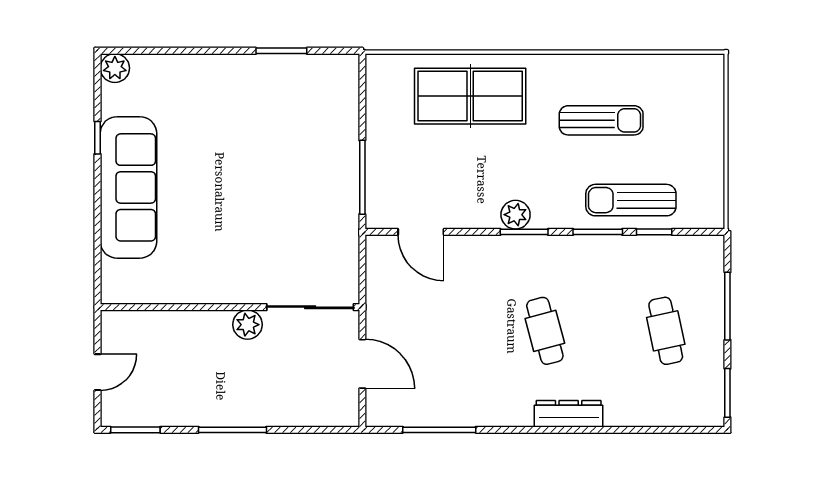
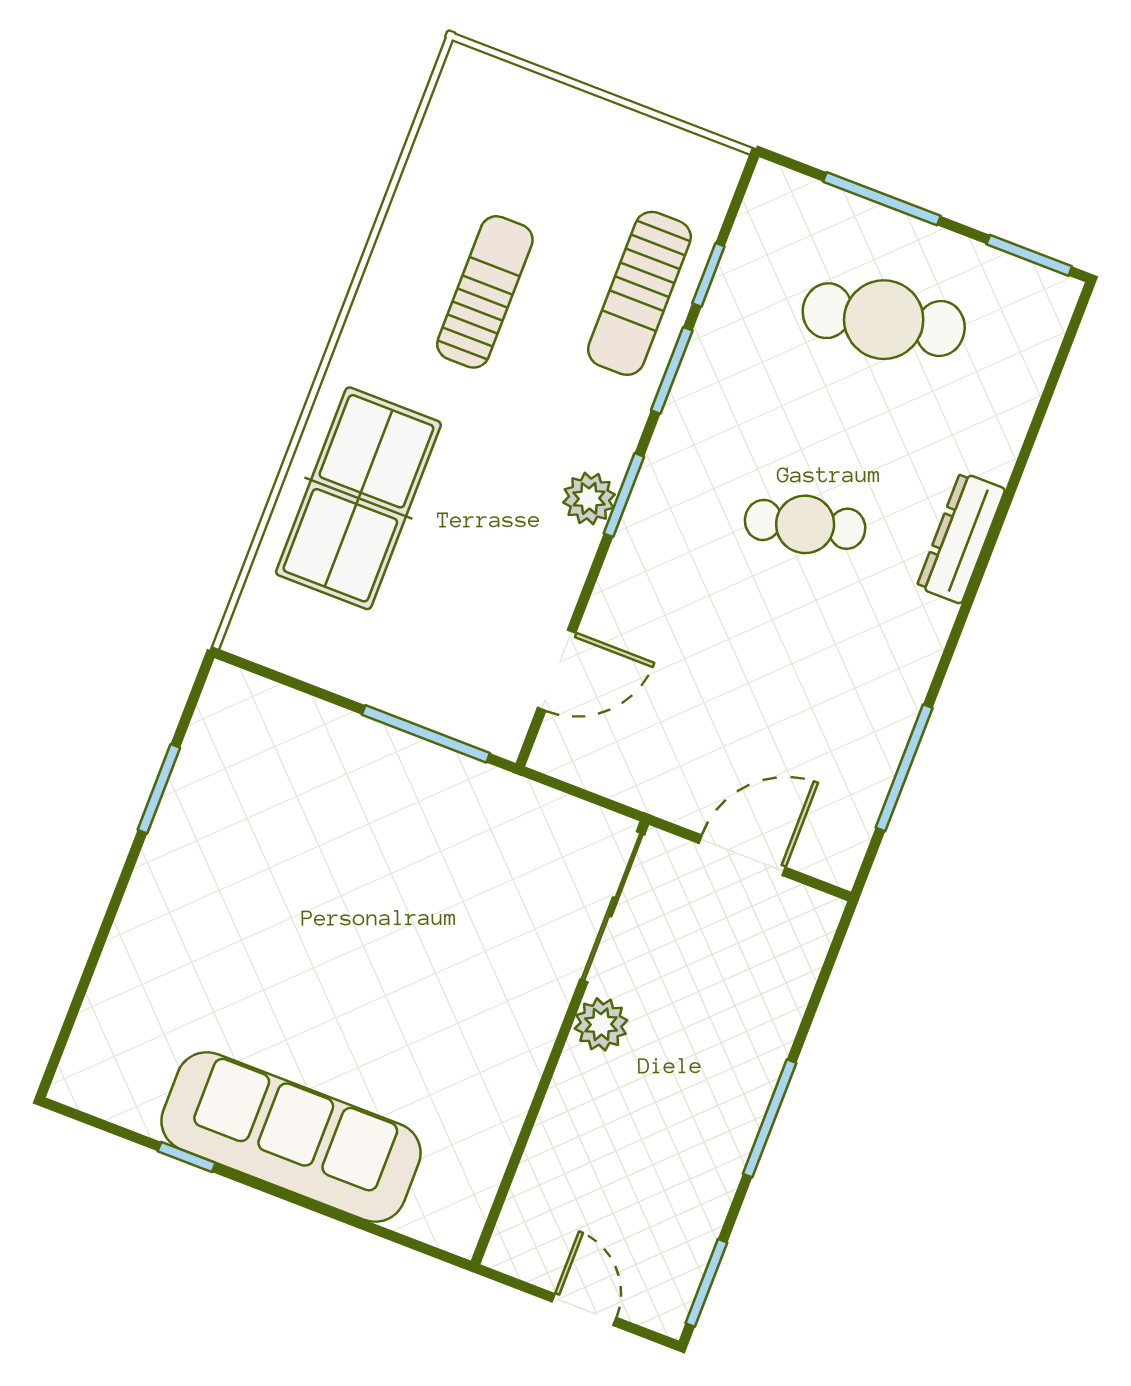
plant: (115, 68) -> (80, 1082), removed
cafe table: (666, 331) -> (884, 320), width x1.37, depth x1.35

